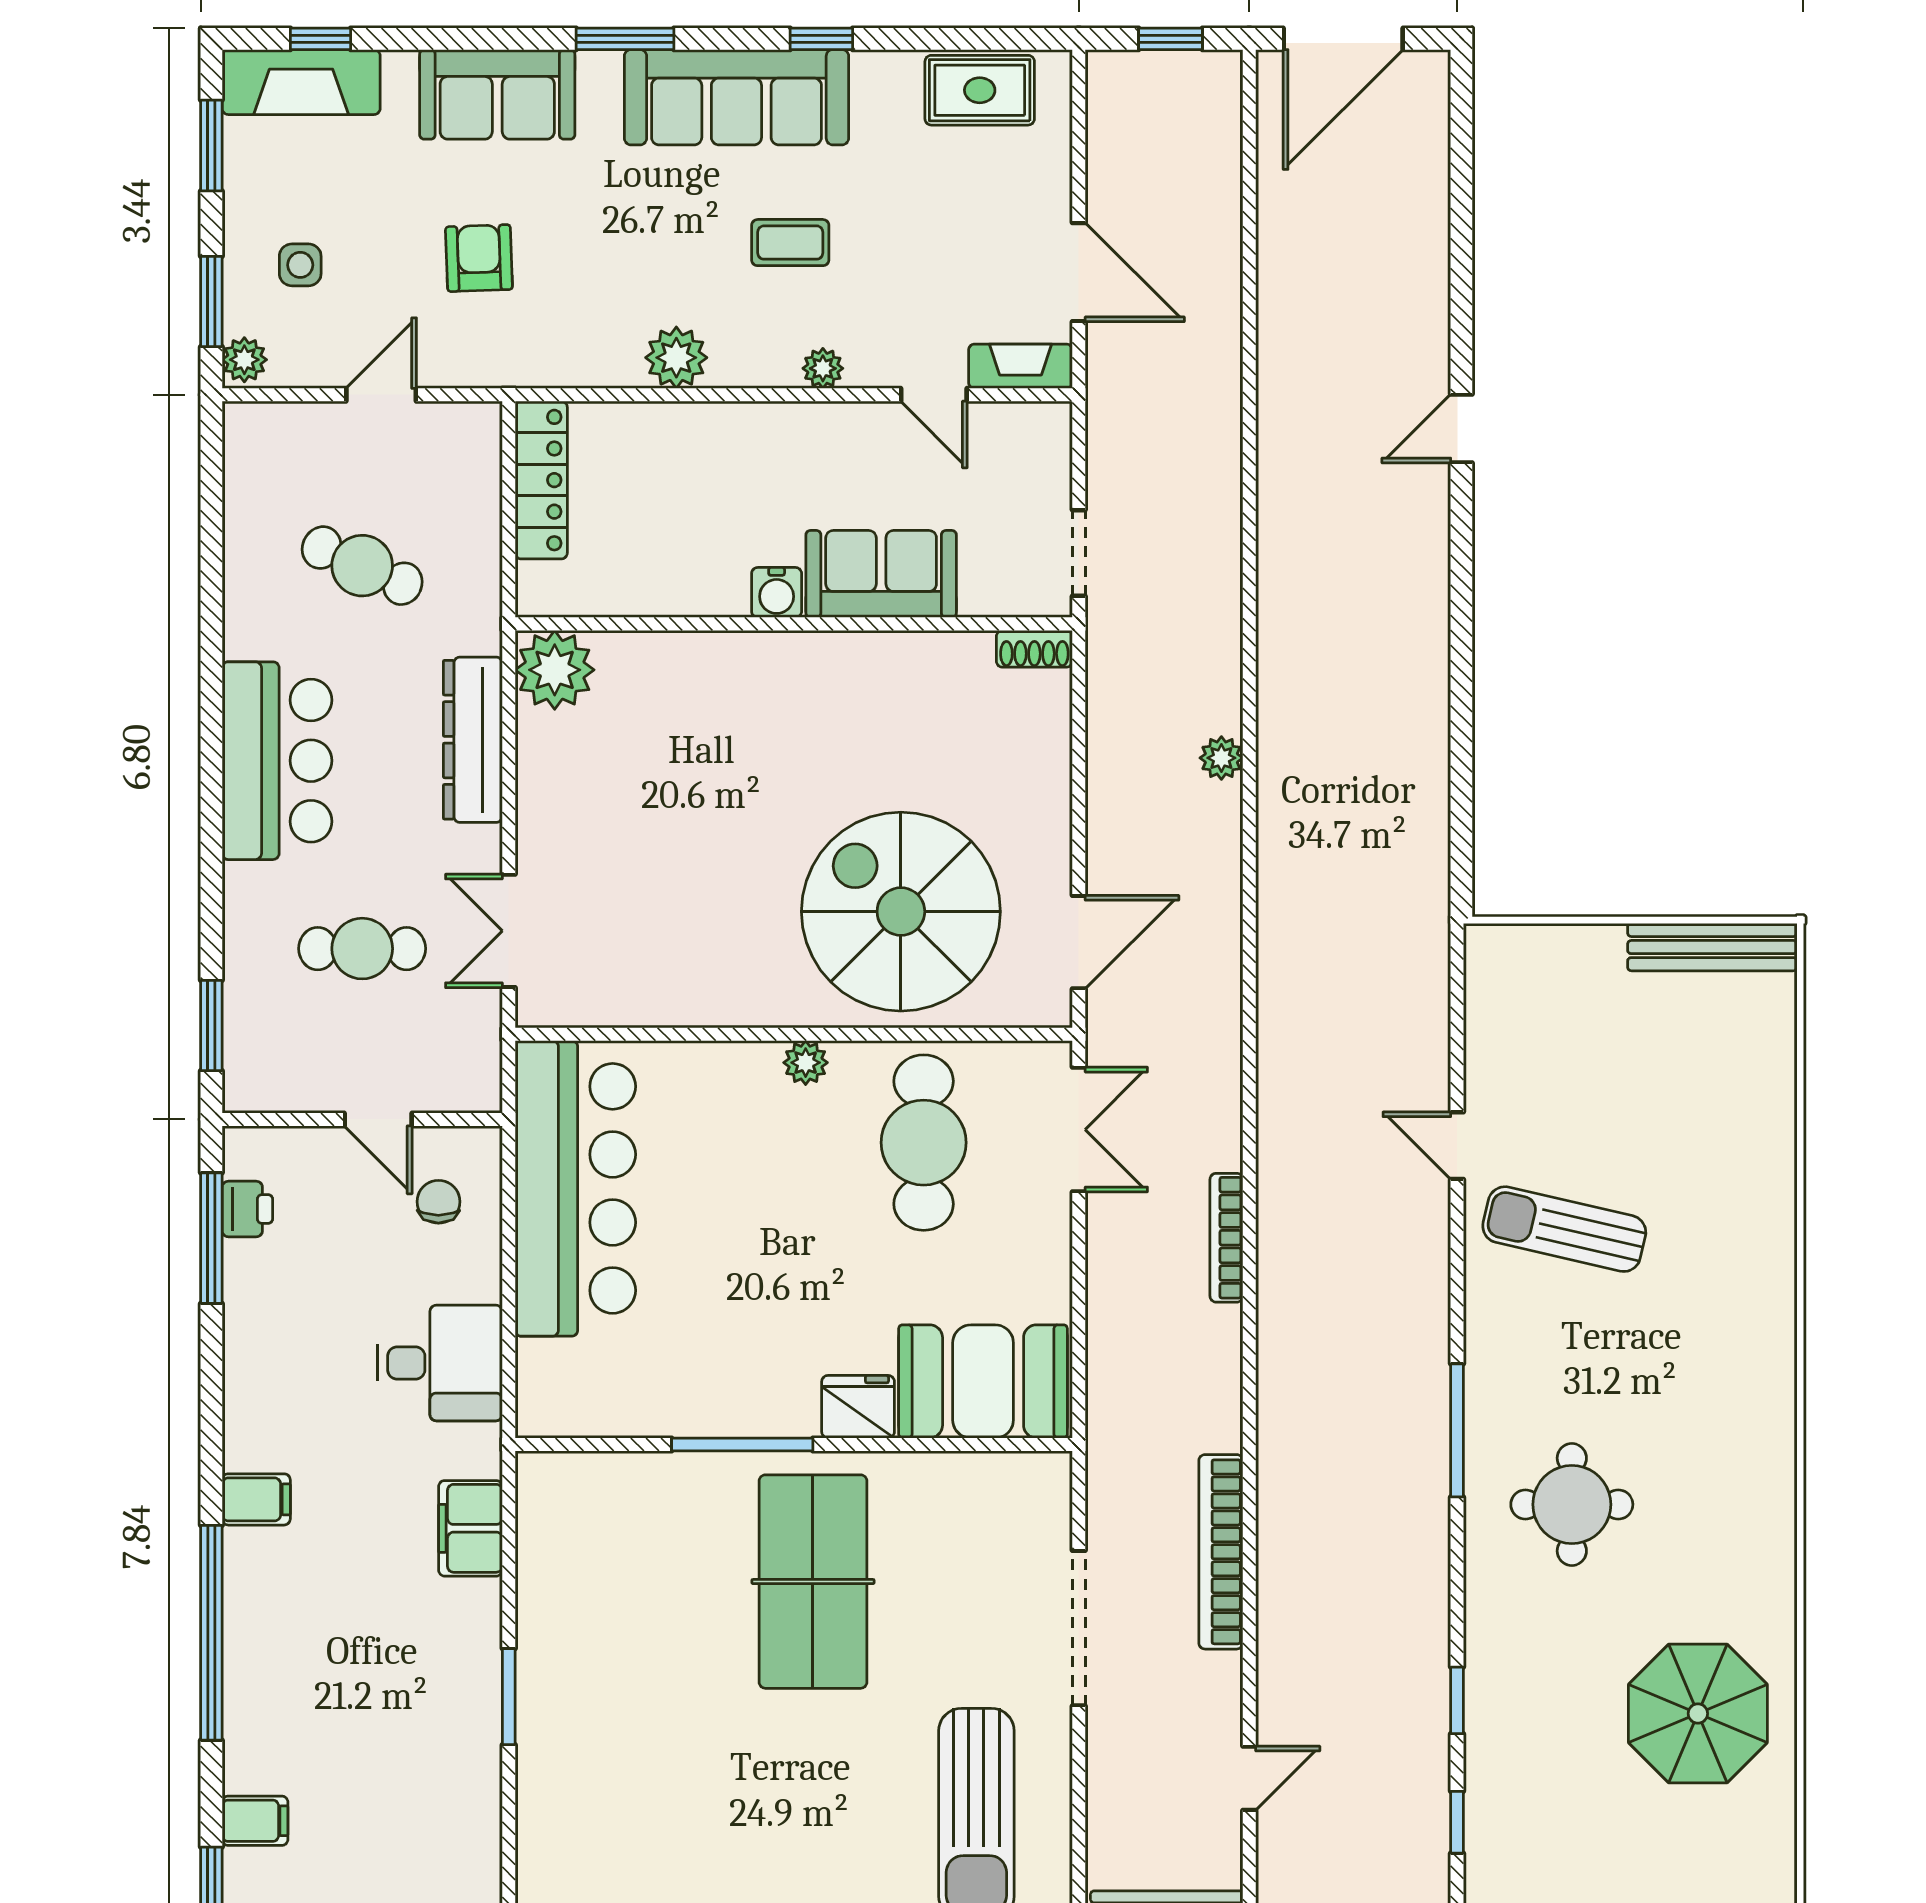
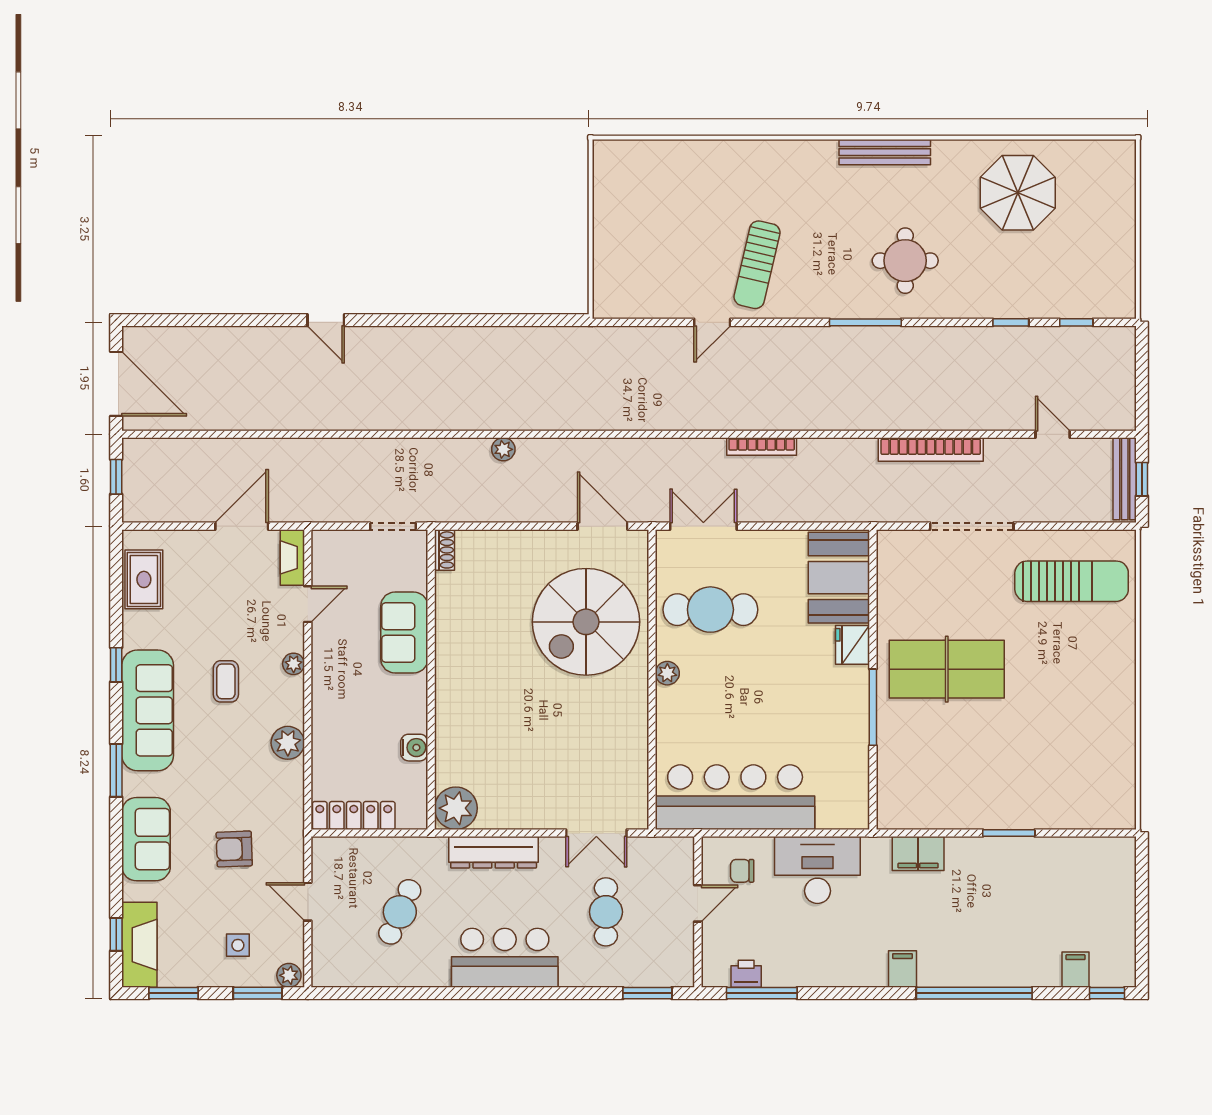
water cooler: (777, 592) -> (414, 748), moved
bench: (1712, 947) -> (885, 152), moved, turned 90
desk: (440, 1363) -> (817, 870), width x1.37

